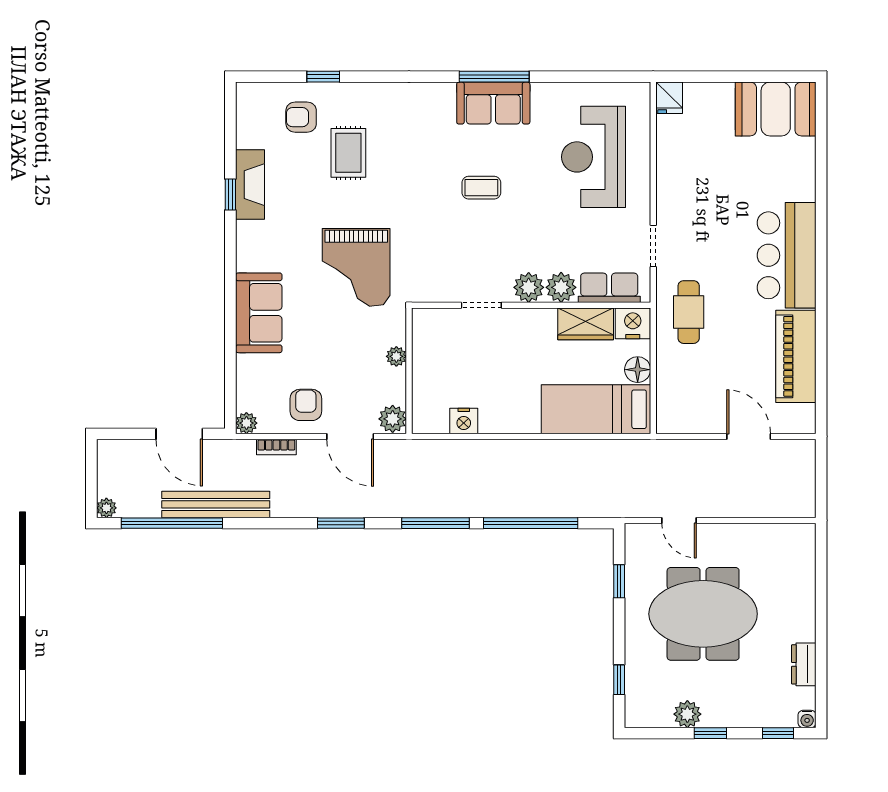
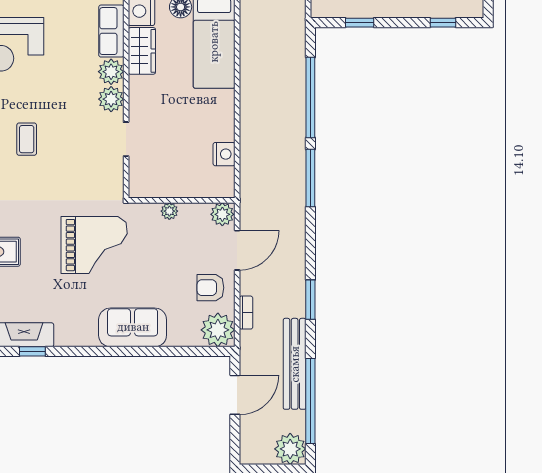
plant: (246, 423) -> (218, 330), width x1.87, depth x1.87
plant: (106, 508) -> (290, 449), width x1.87, depth x1.87
window: (341, 523) -> (310, 300), moved

